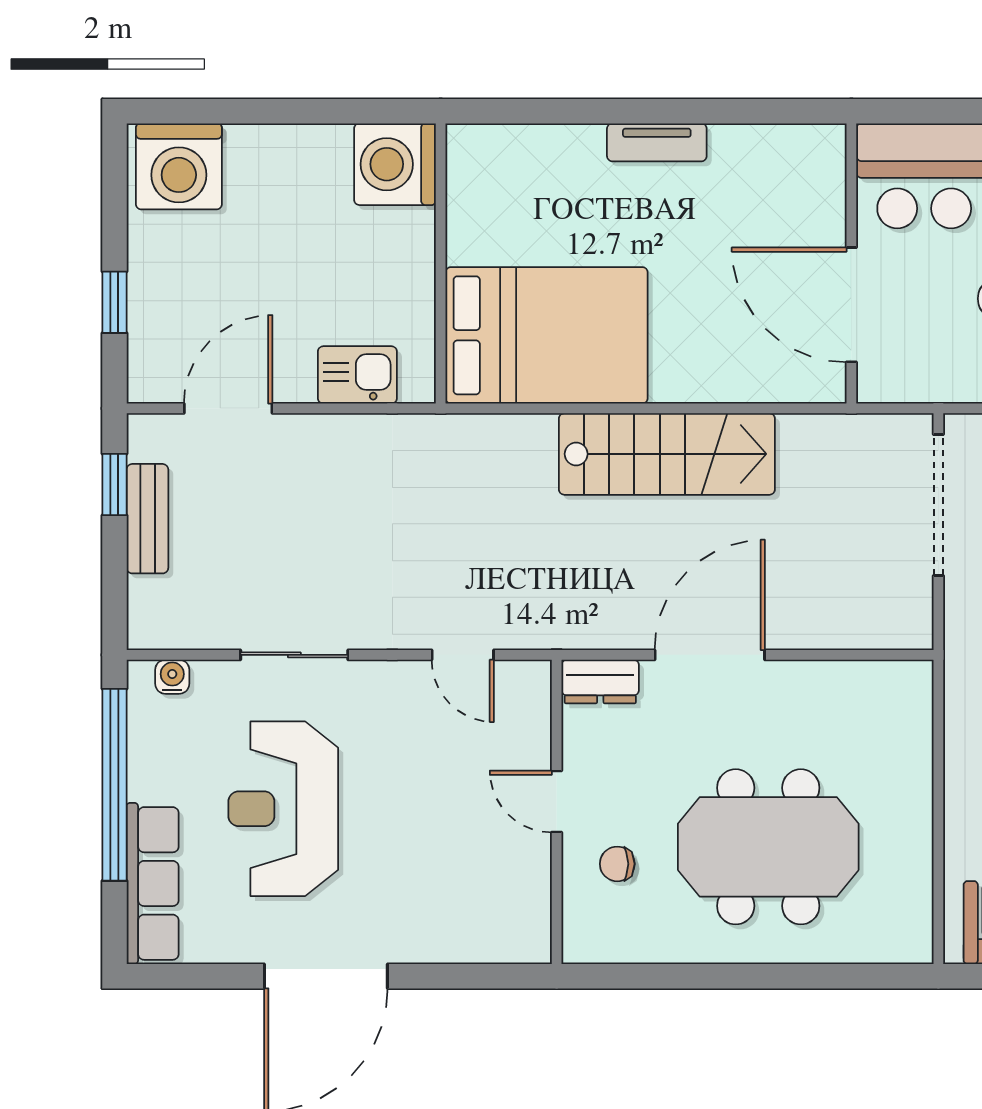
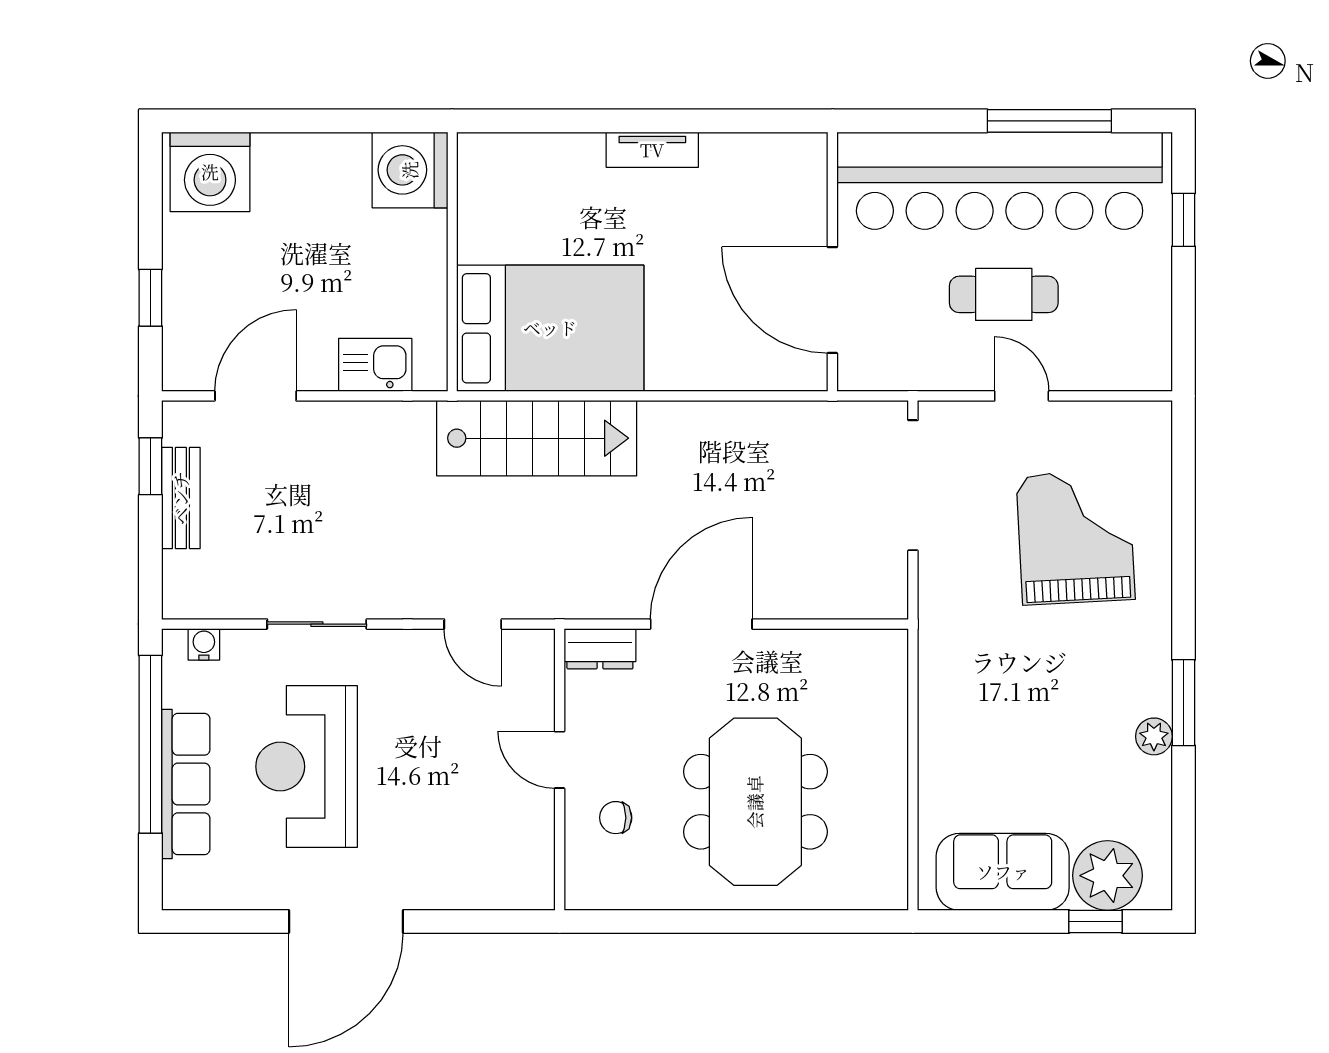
stairs: (667, 454) -> (537, 438), moved
meeting table: (768, 847) -> (755, 802), turned 90
row of seats: (153, 883) -> (186, 784), moved

